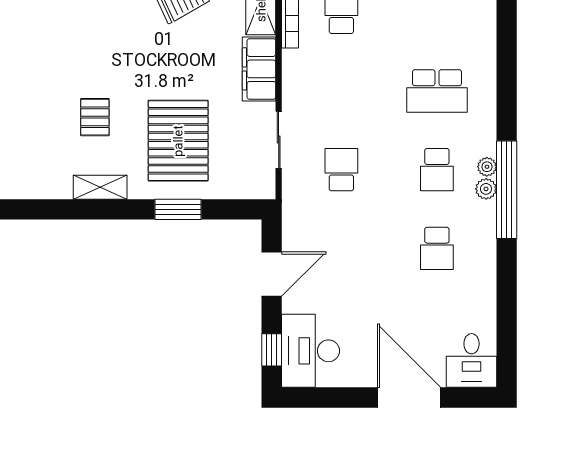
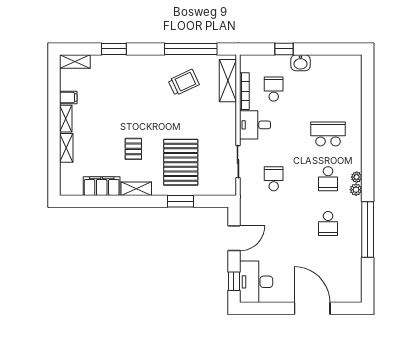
filing cabinet: (259, 69) -> (102, 186), moved, turned 90
school desk: (437, 91) -> (328, 134), turned 180
window: (507, 190) -> (368, 229), moved
desk: (472, 360) -> (255, 125), moved, turned 90

